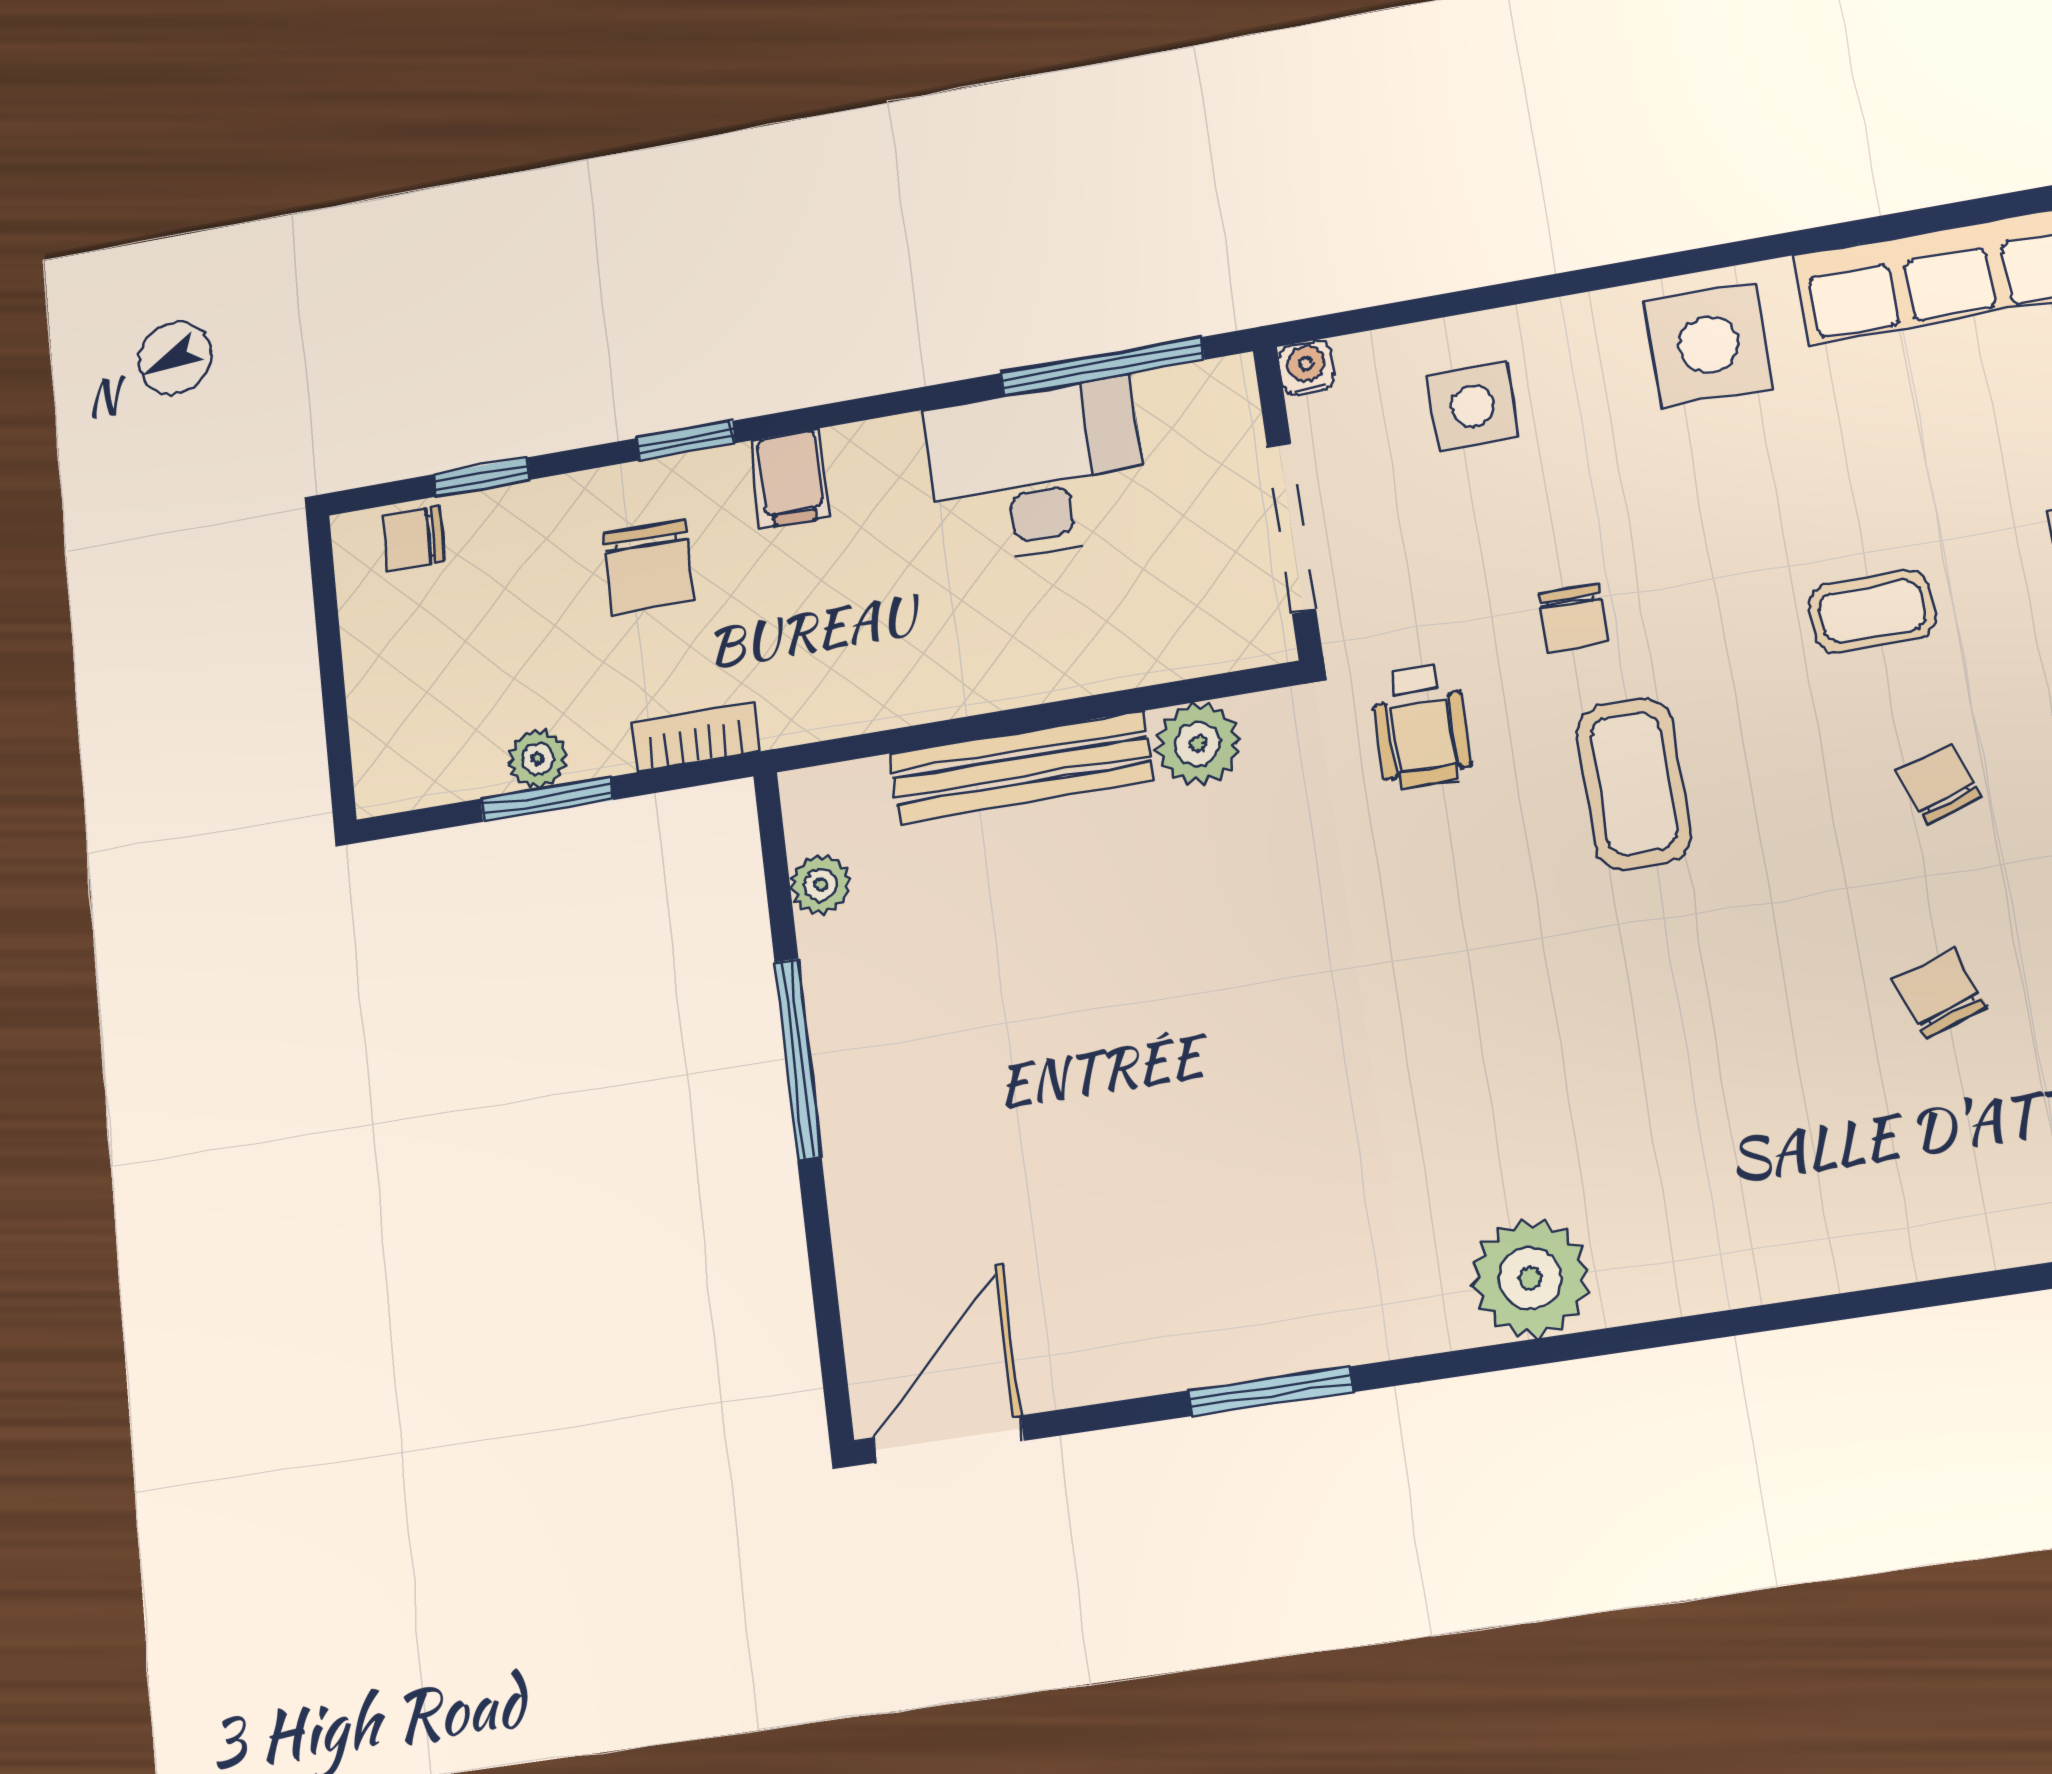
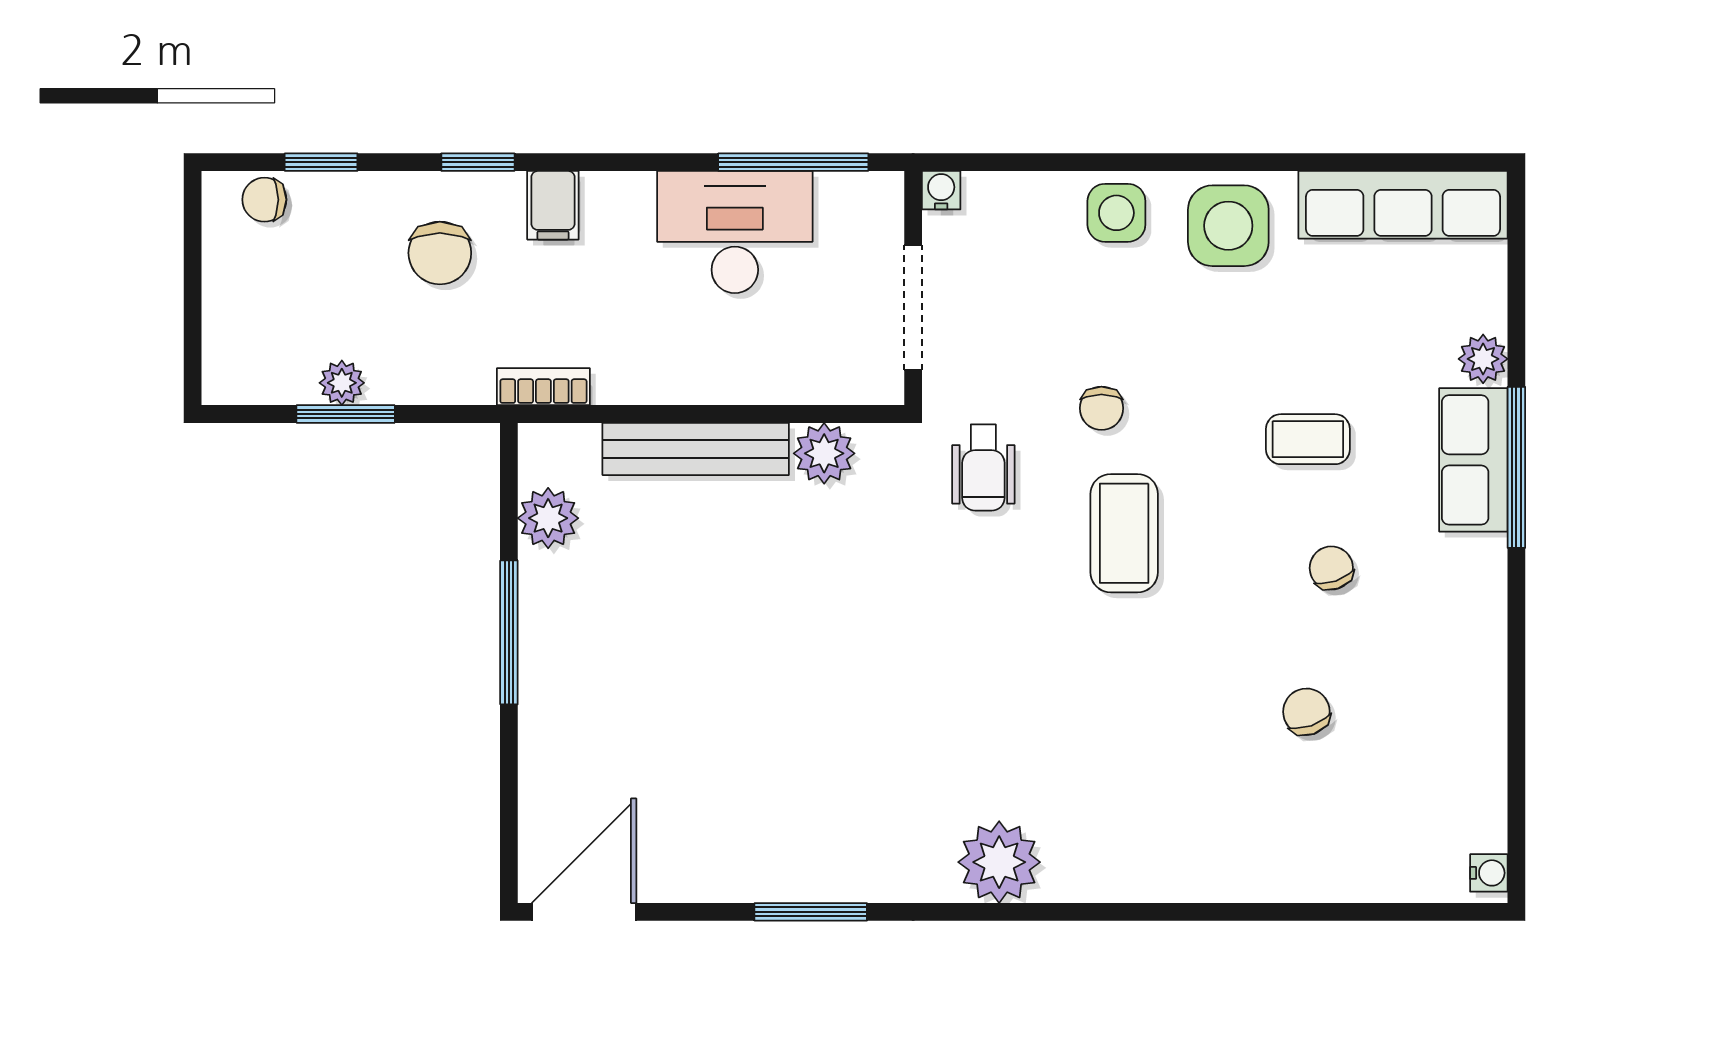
side table: (1473, 406) -> (1116, 213), moved
bookcase: (695, 737) -> (543, 387), moved
plant: (820, 885) -> (548, 518), width x1.38, depth x1.38

